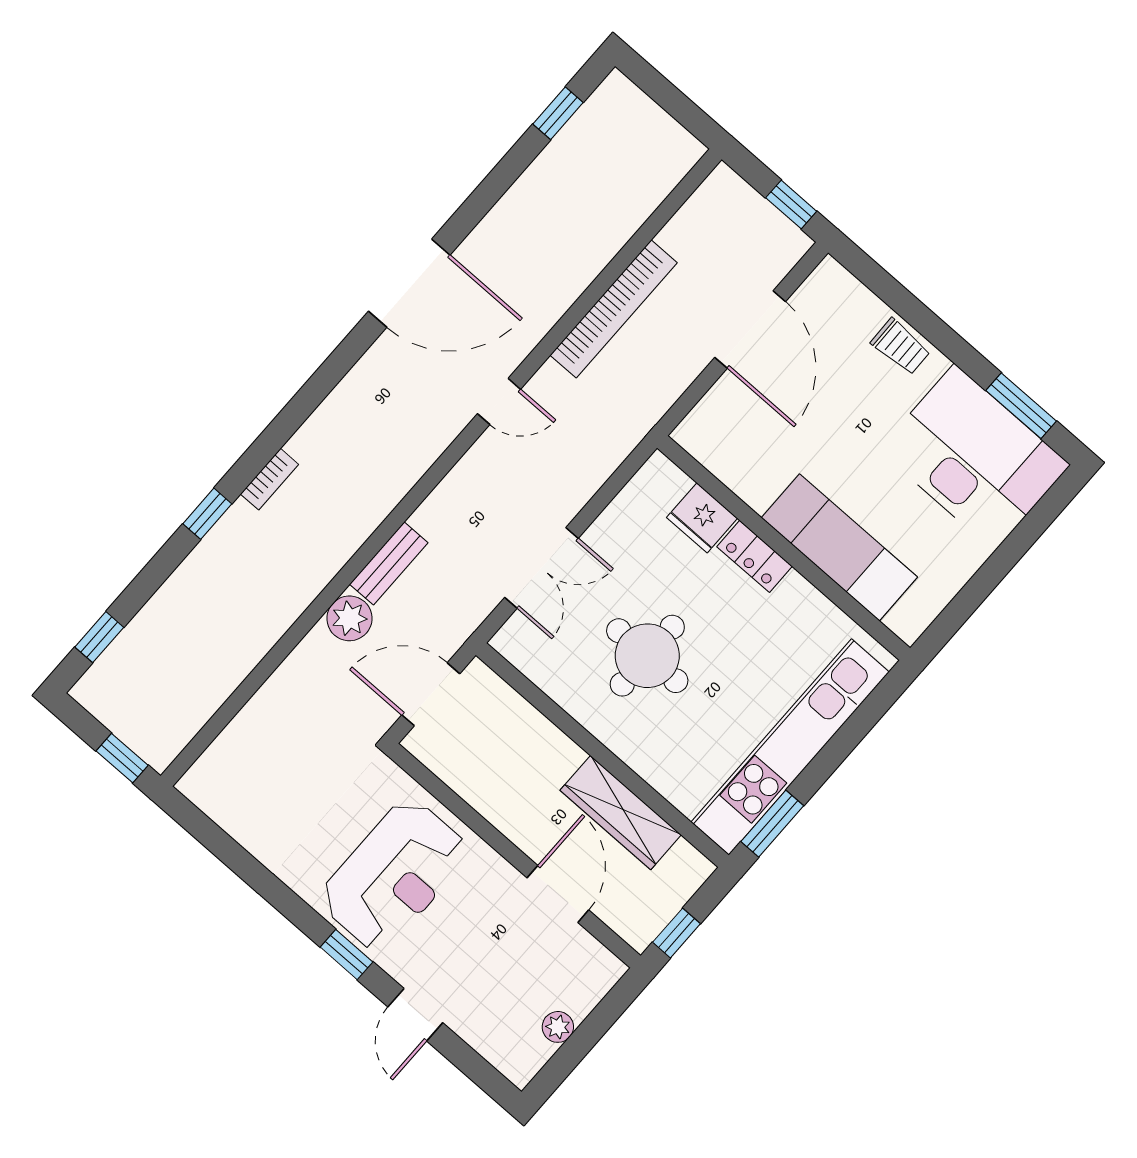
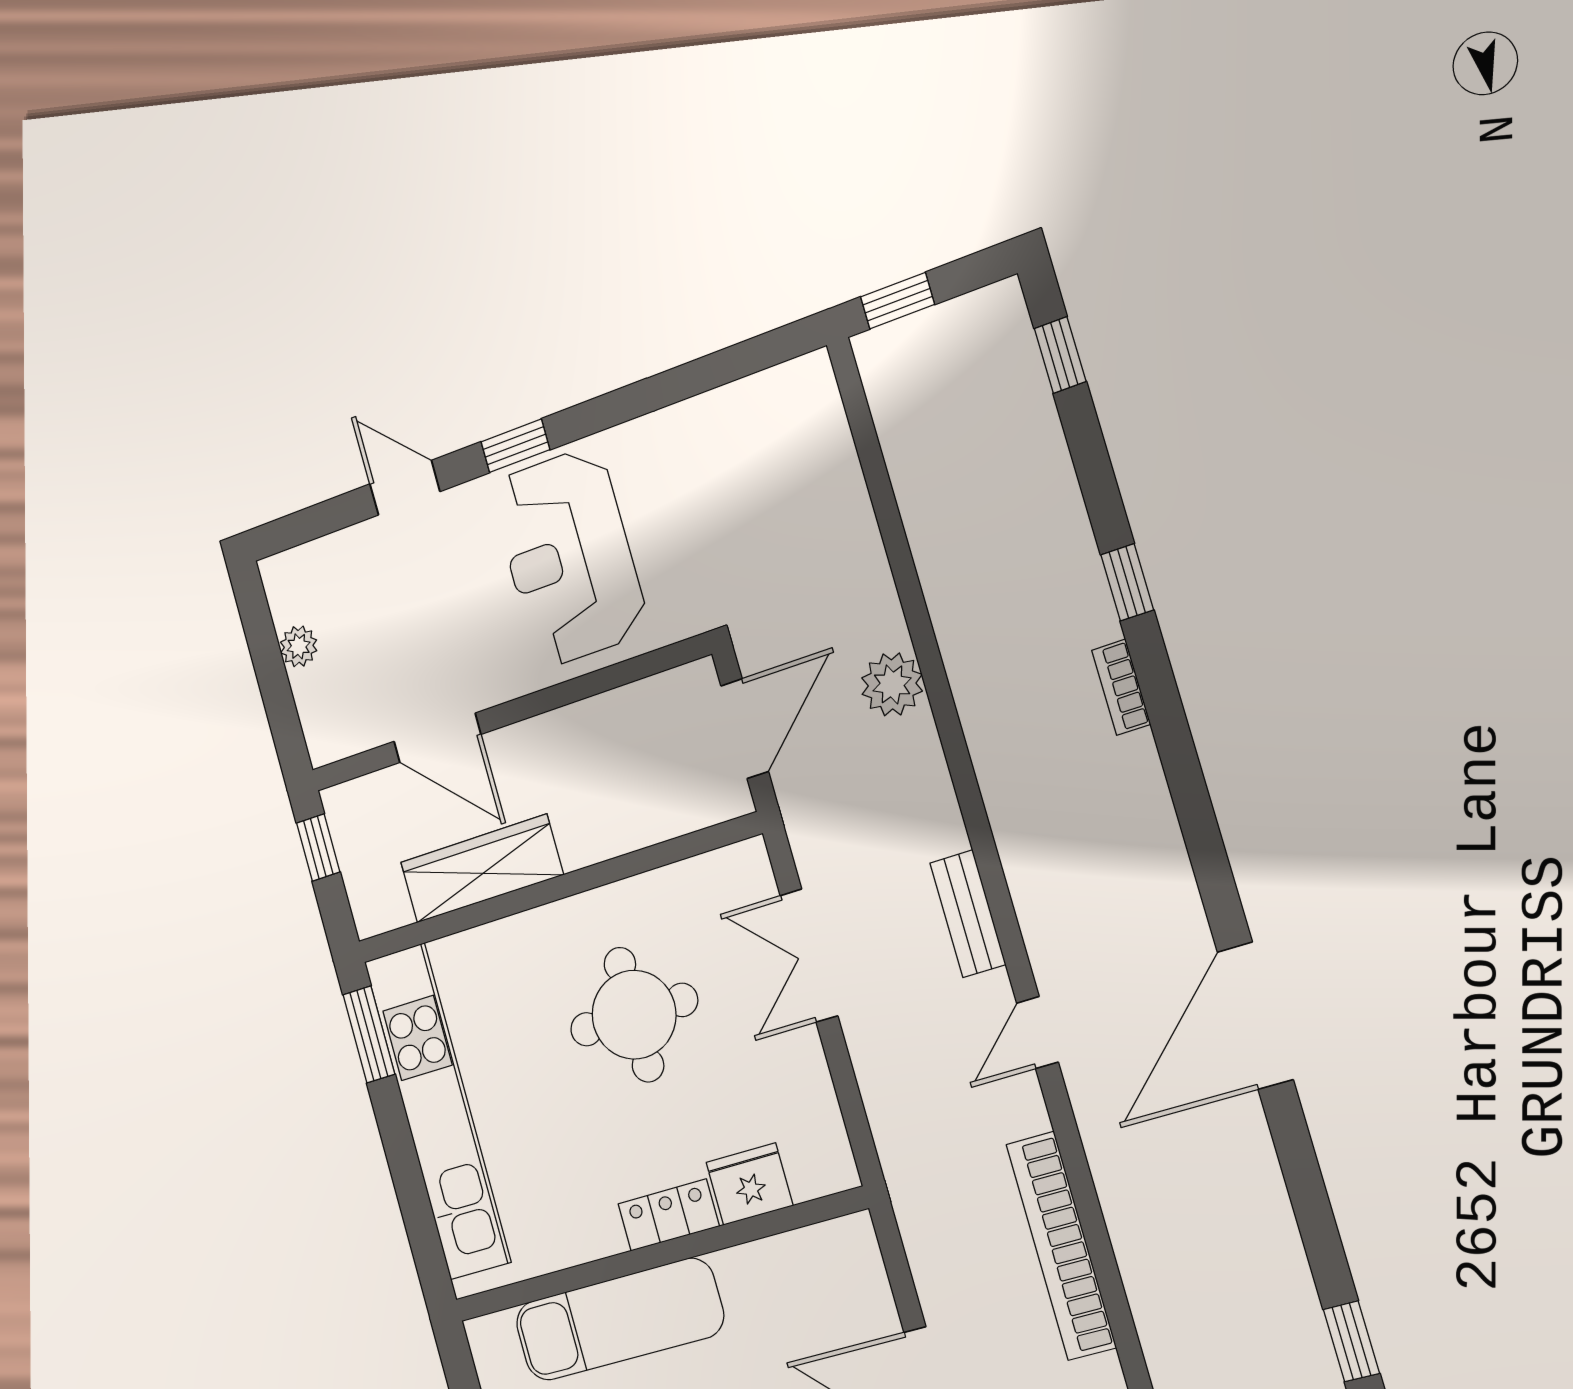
bench: (389, 563) -> (968, 914), moved

